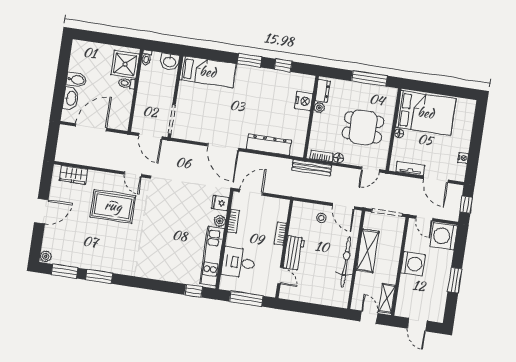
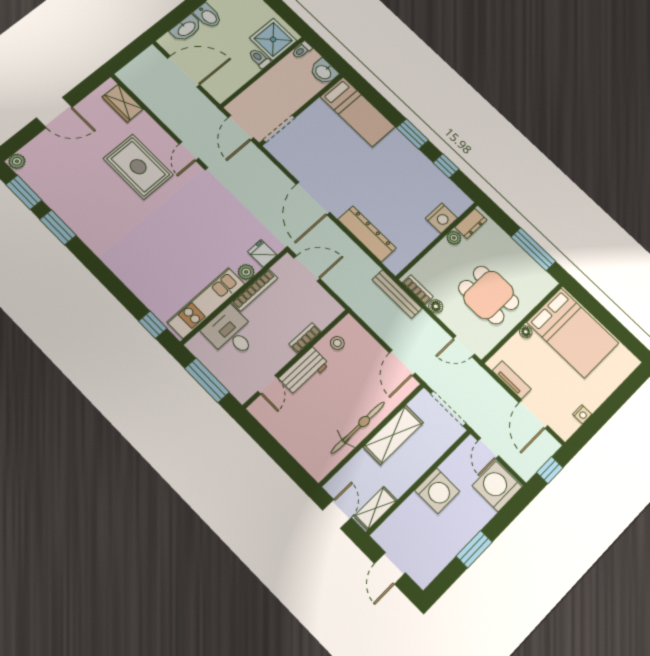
stool: (321, 218) -> (337, 343), moved
bookcase: (233, 221) -> (255, 290), width x1.56

